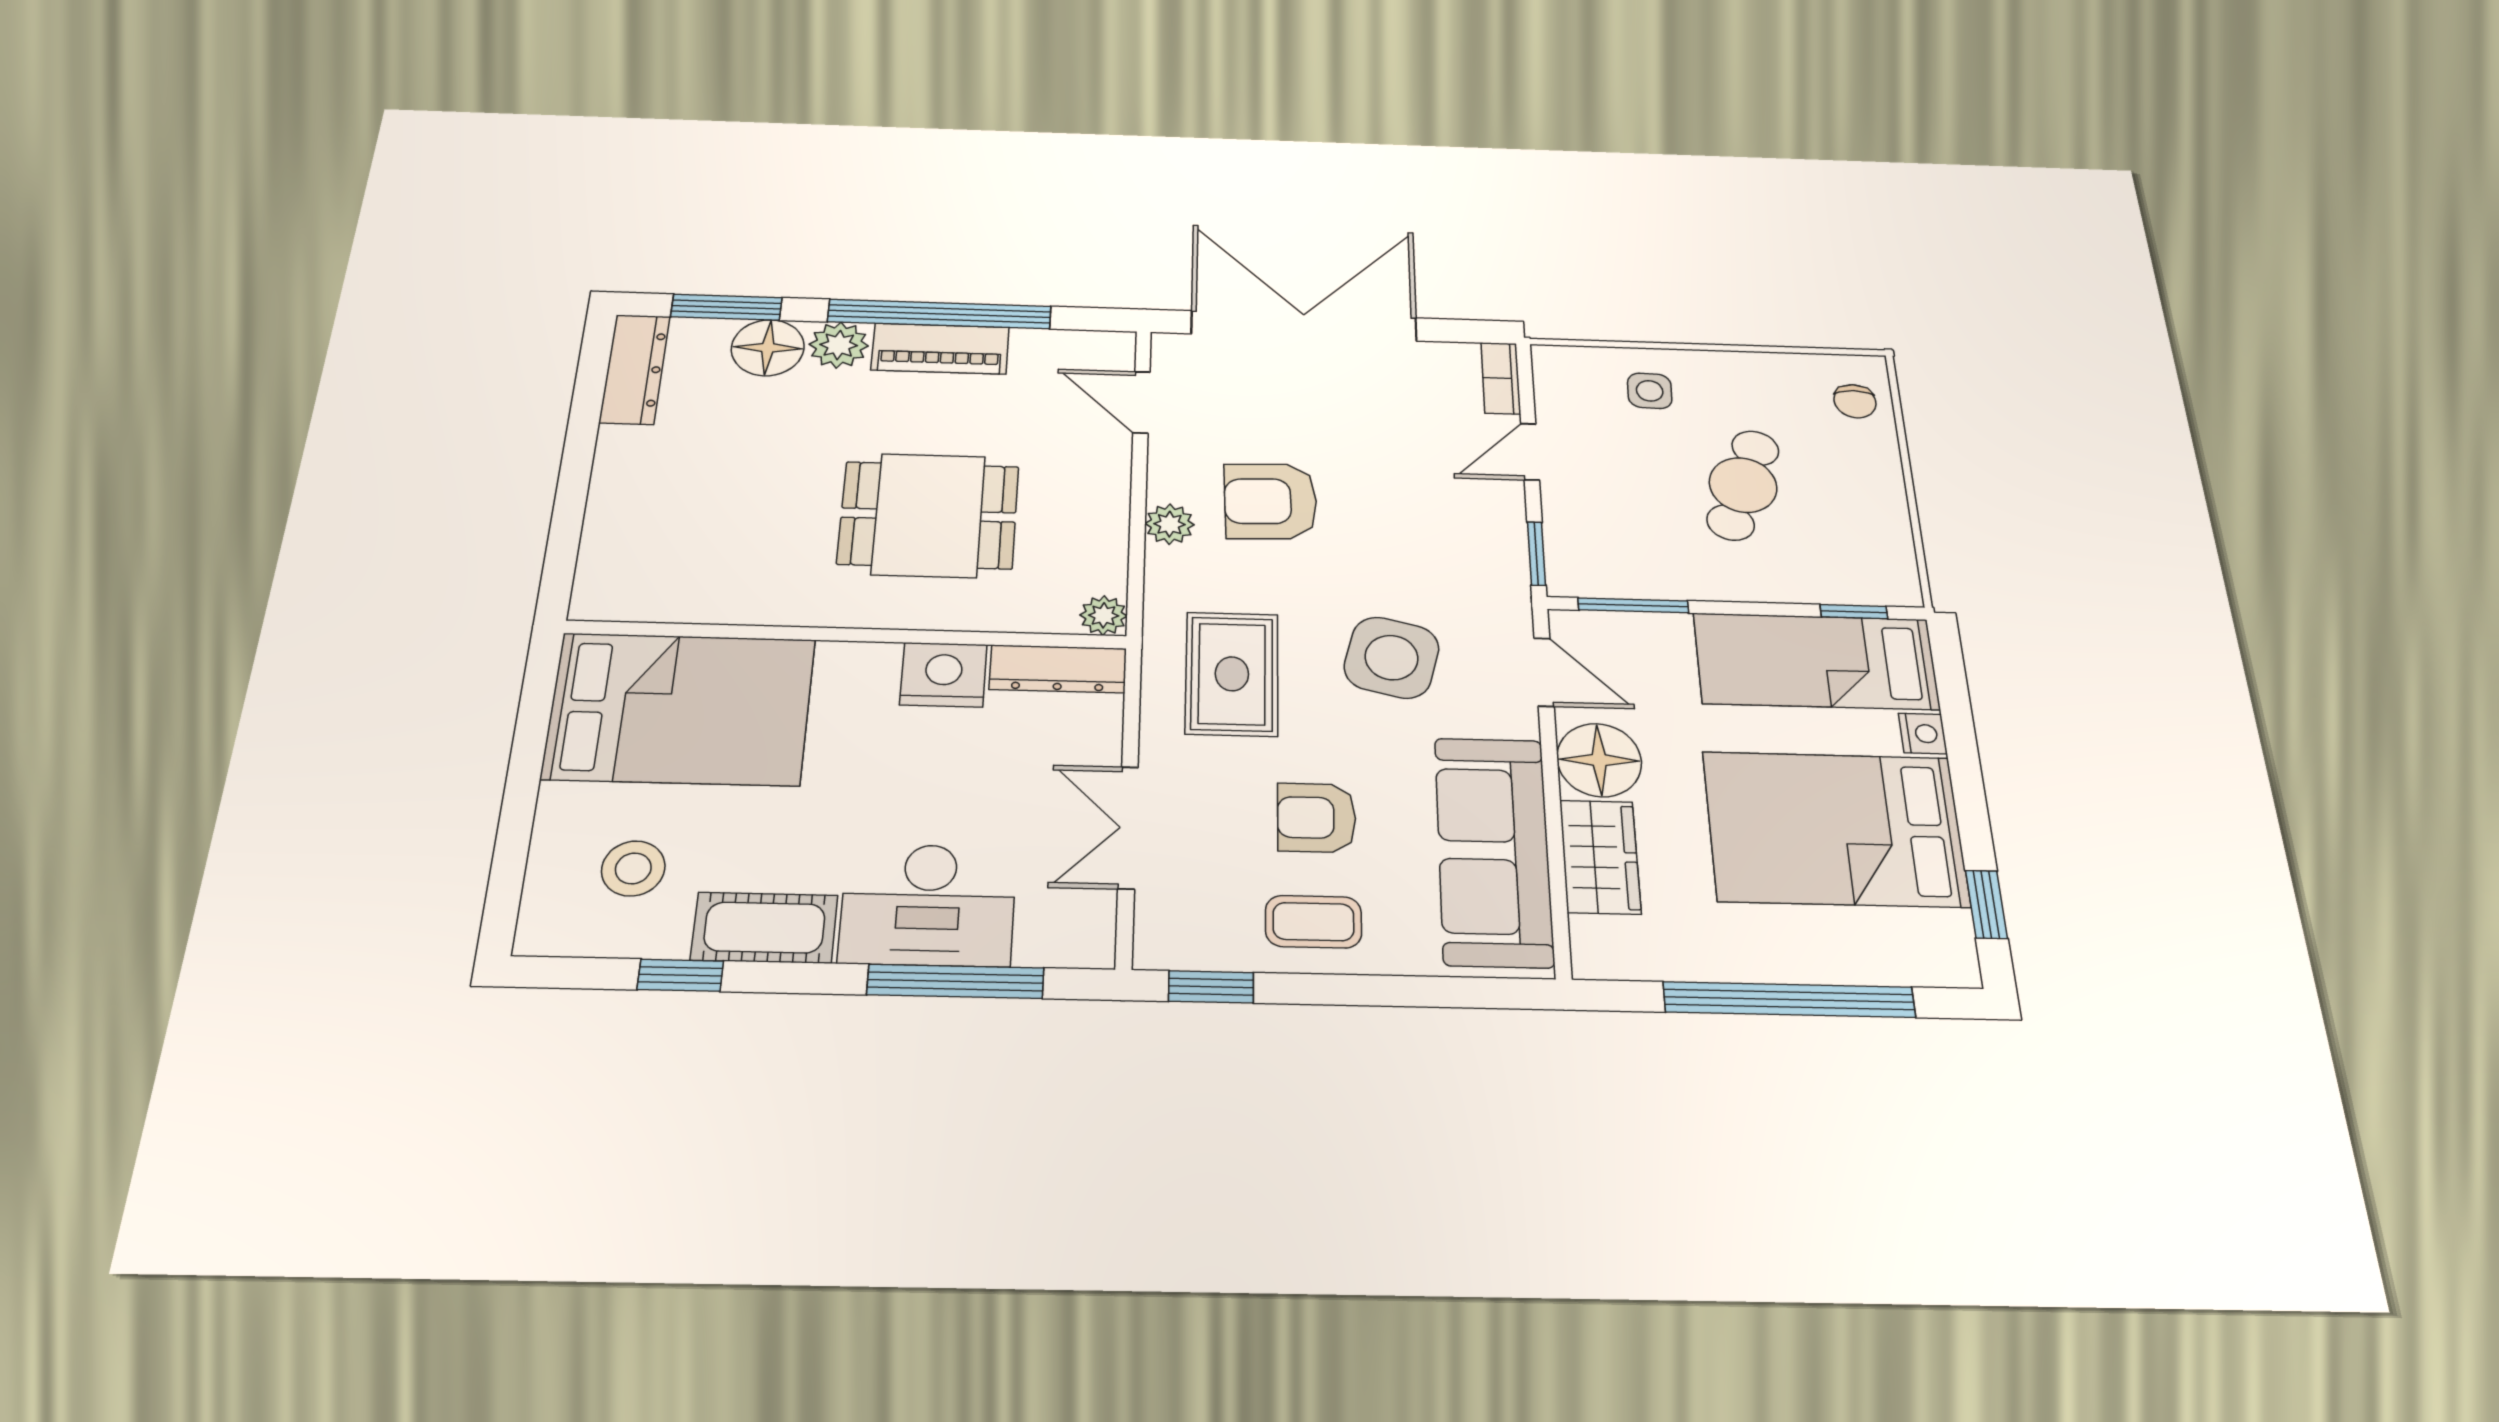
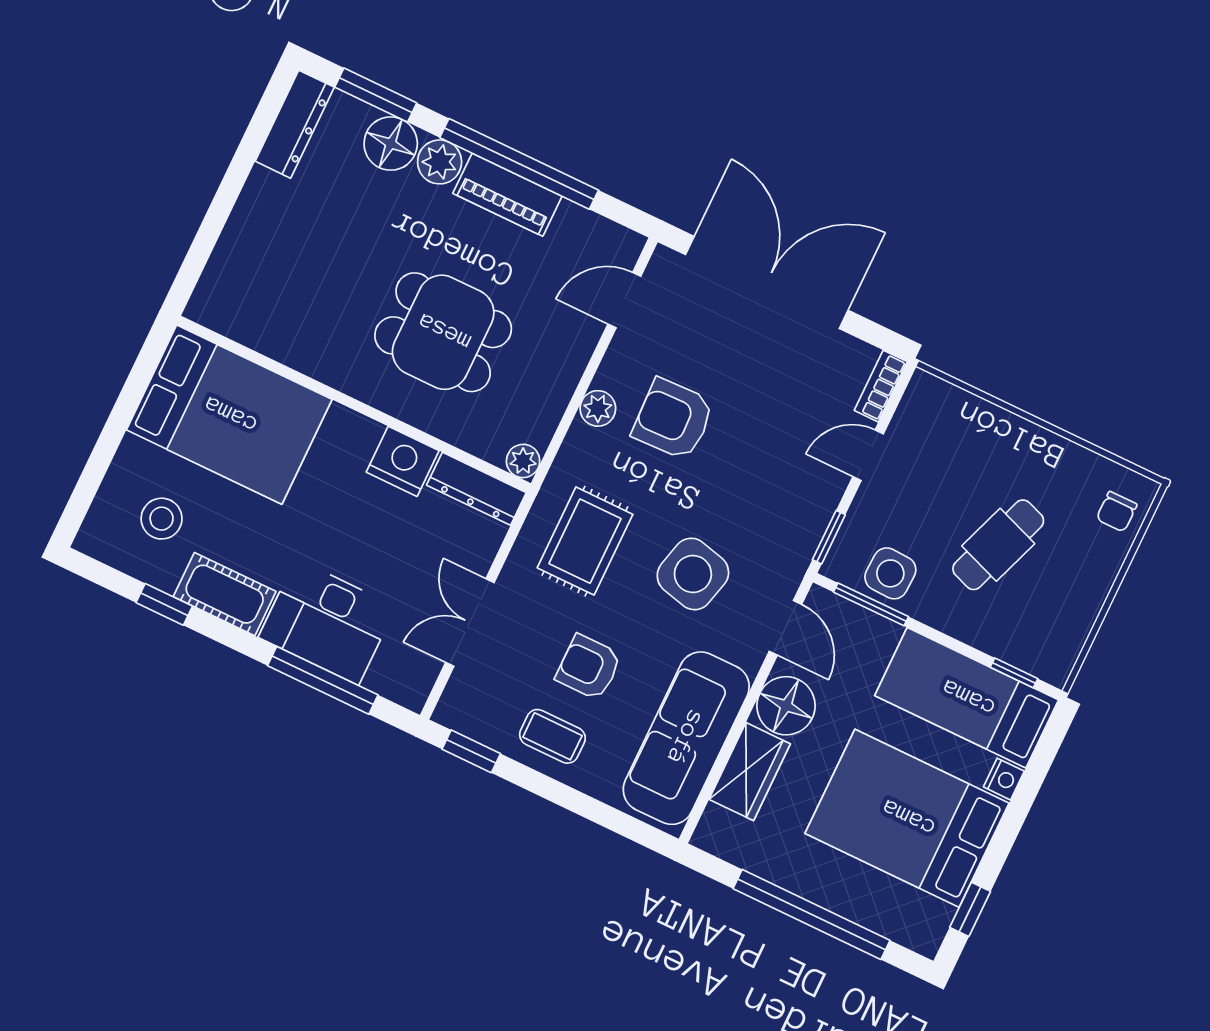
side table: (1650, 391) -> (890, 573), moved, width x1.37, depth x1.37
door: (1141, 402) -> (624, 300), hinge flipped

